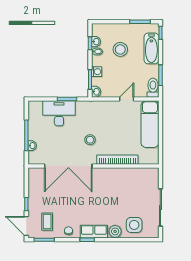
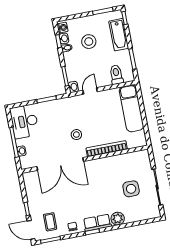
washing machine: (97, 72) -> (62, 28), moved
toilet: (153, 88) -> (116, 75), moved
door: (127, 99) -> (90, 91), moved
desk: (59, 113) -> (24, 121), moved, turned -90
side table: (134, 225) -> (131, 189), moved

